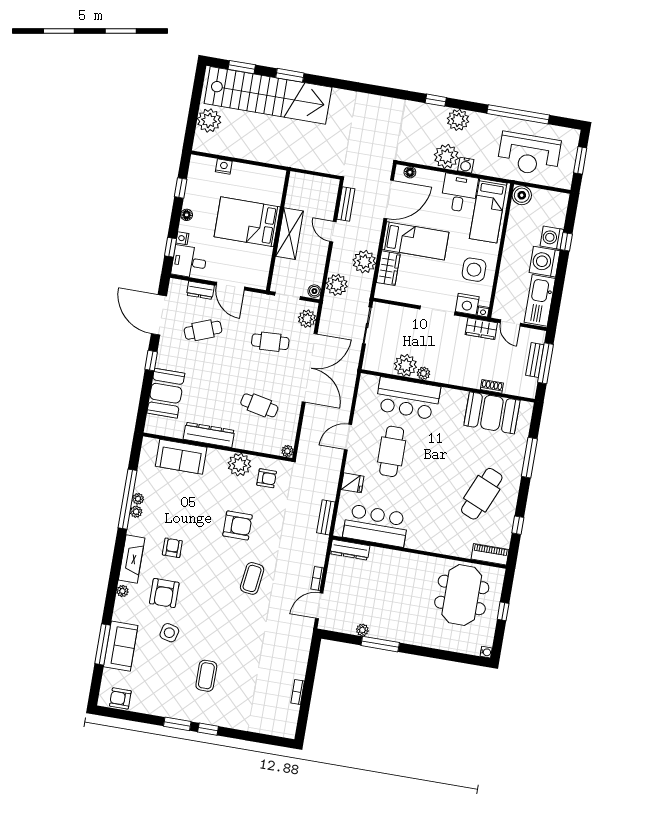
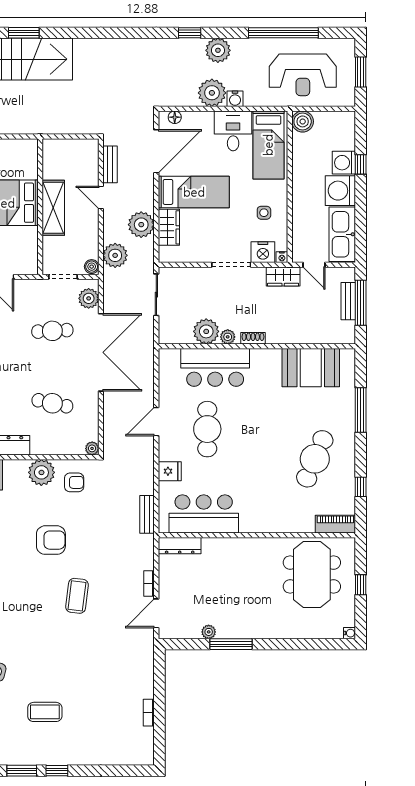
side table: (474, 270) -> (264, 213), width x0.54, depth x0.54
shoe rack: (492, 386) -> (253, 338), moved
coffee table: (206, 676) -> (45, 712), turned 90

